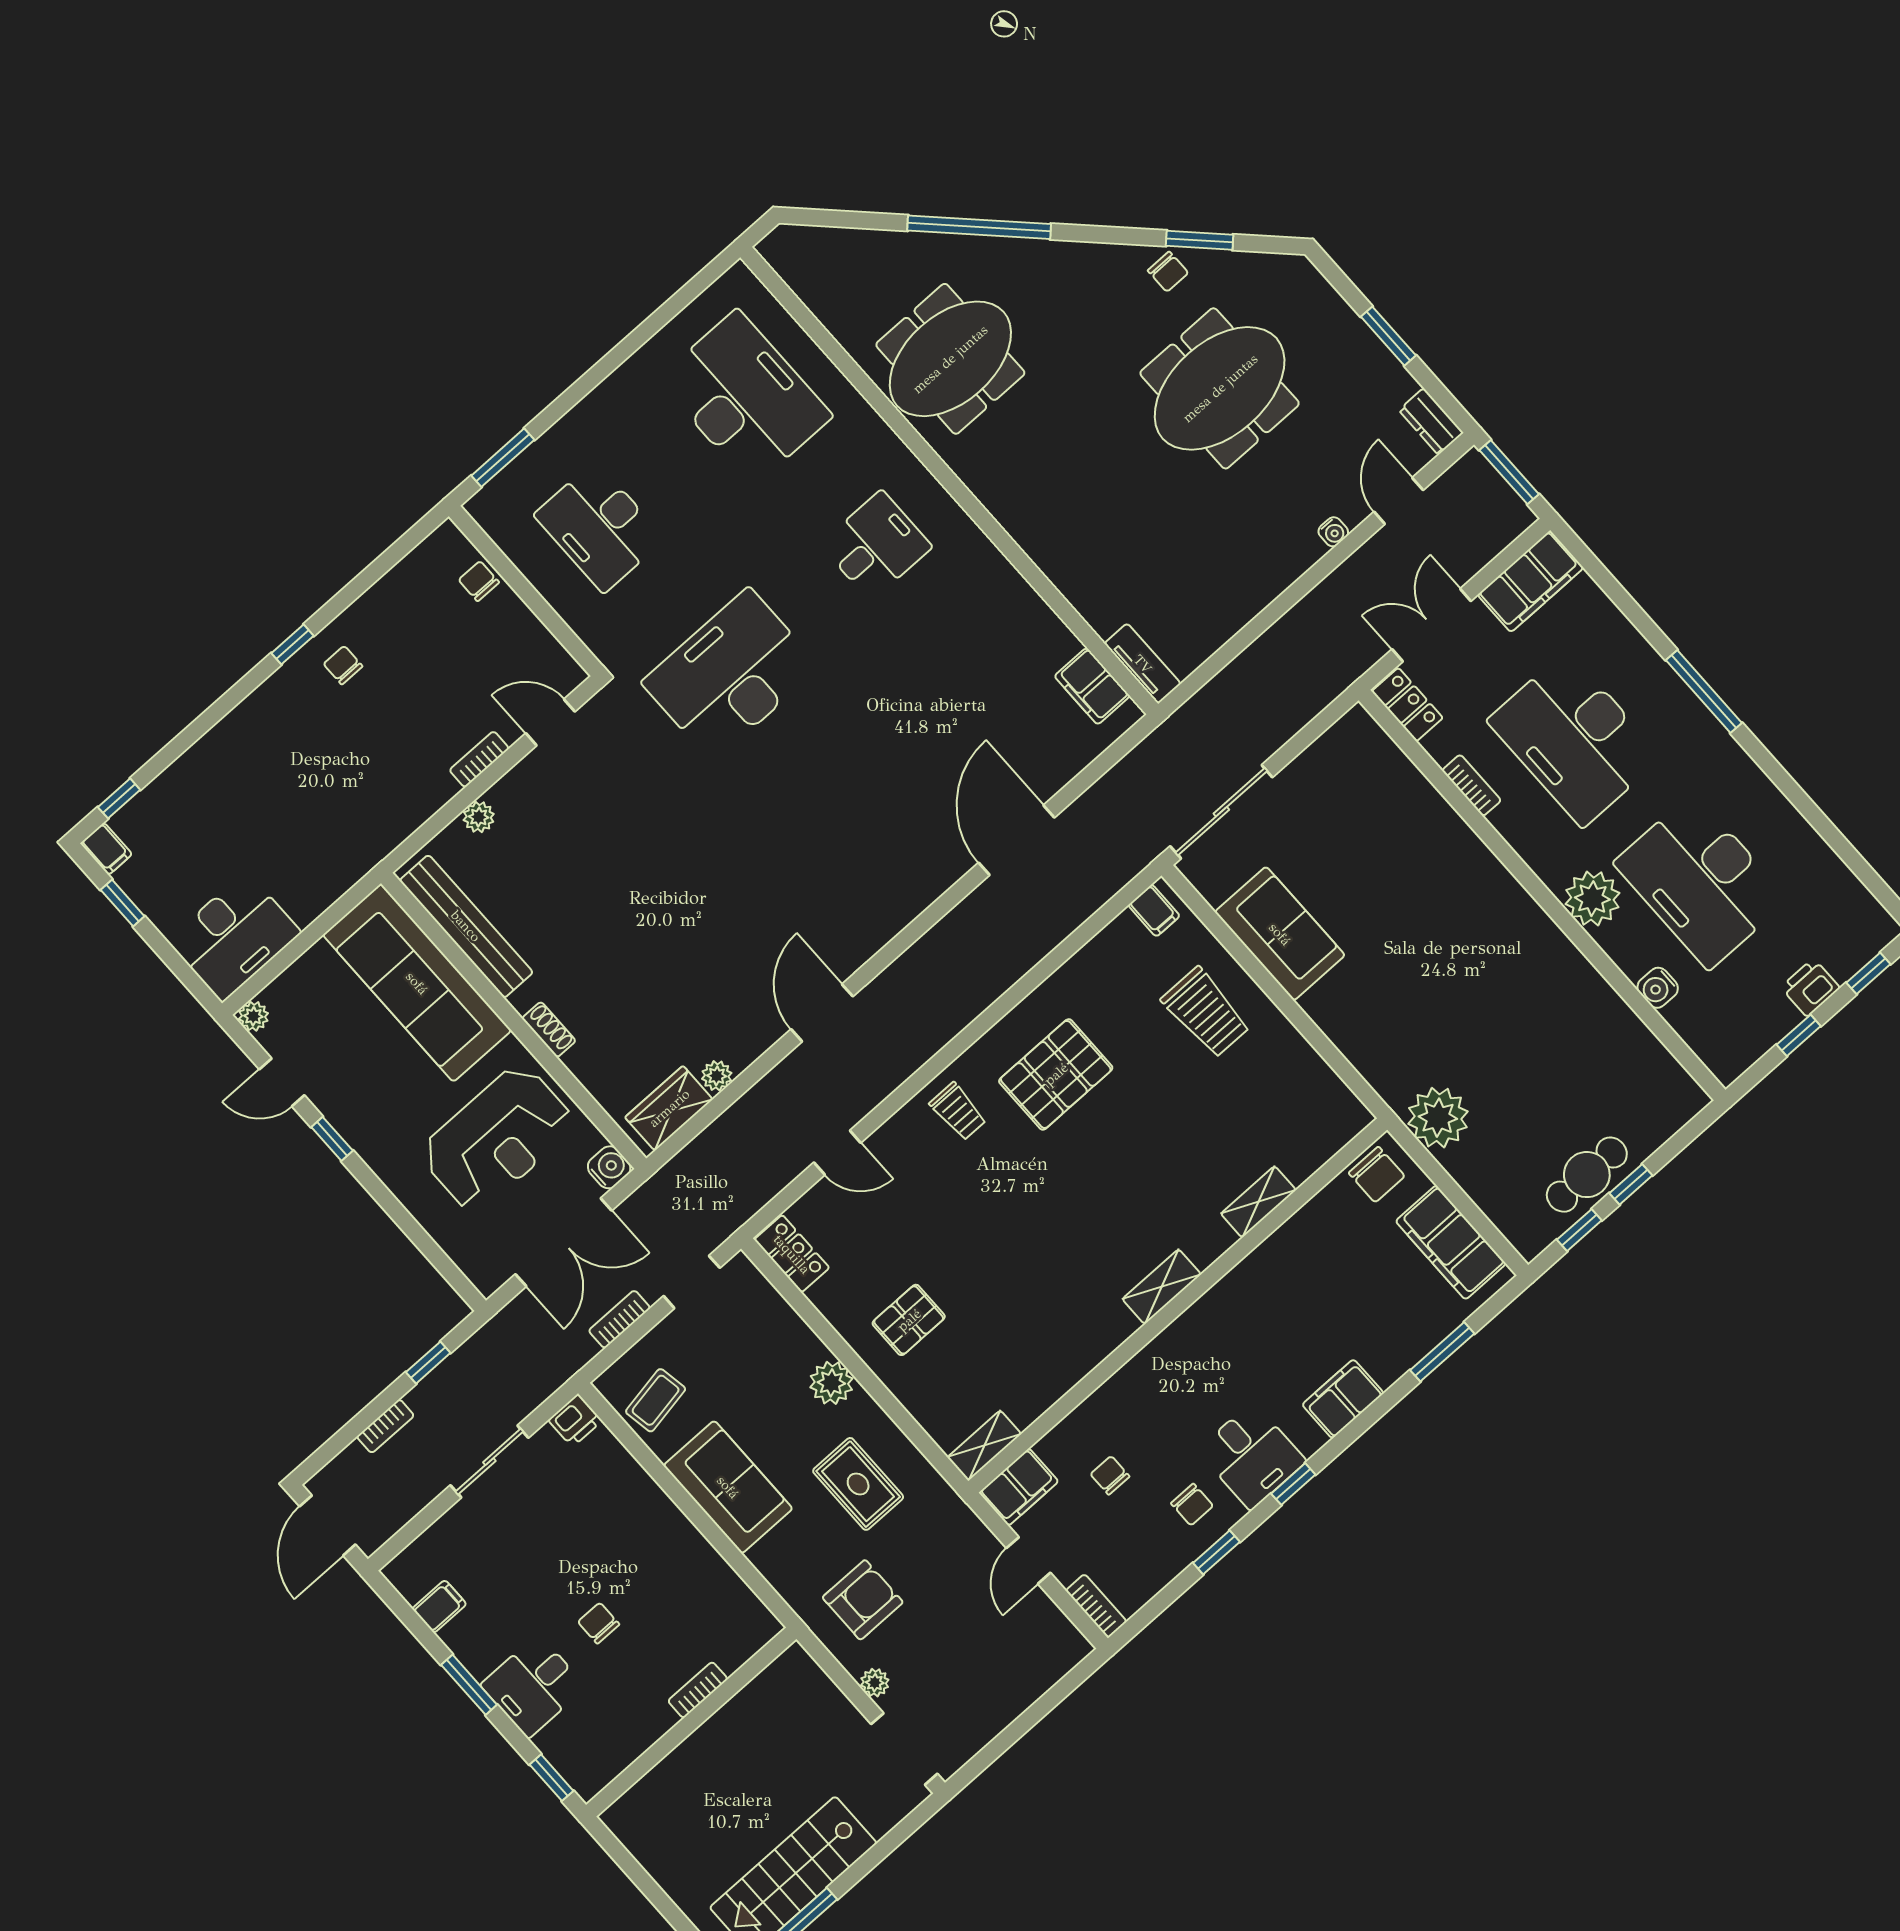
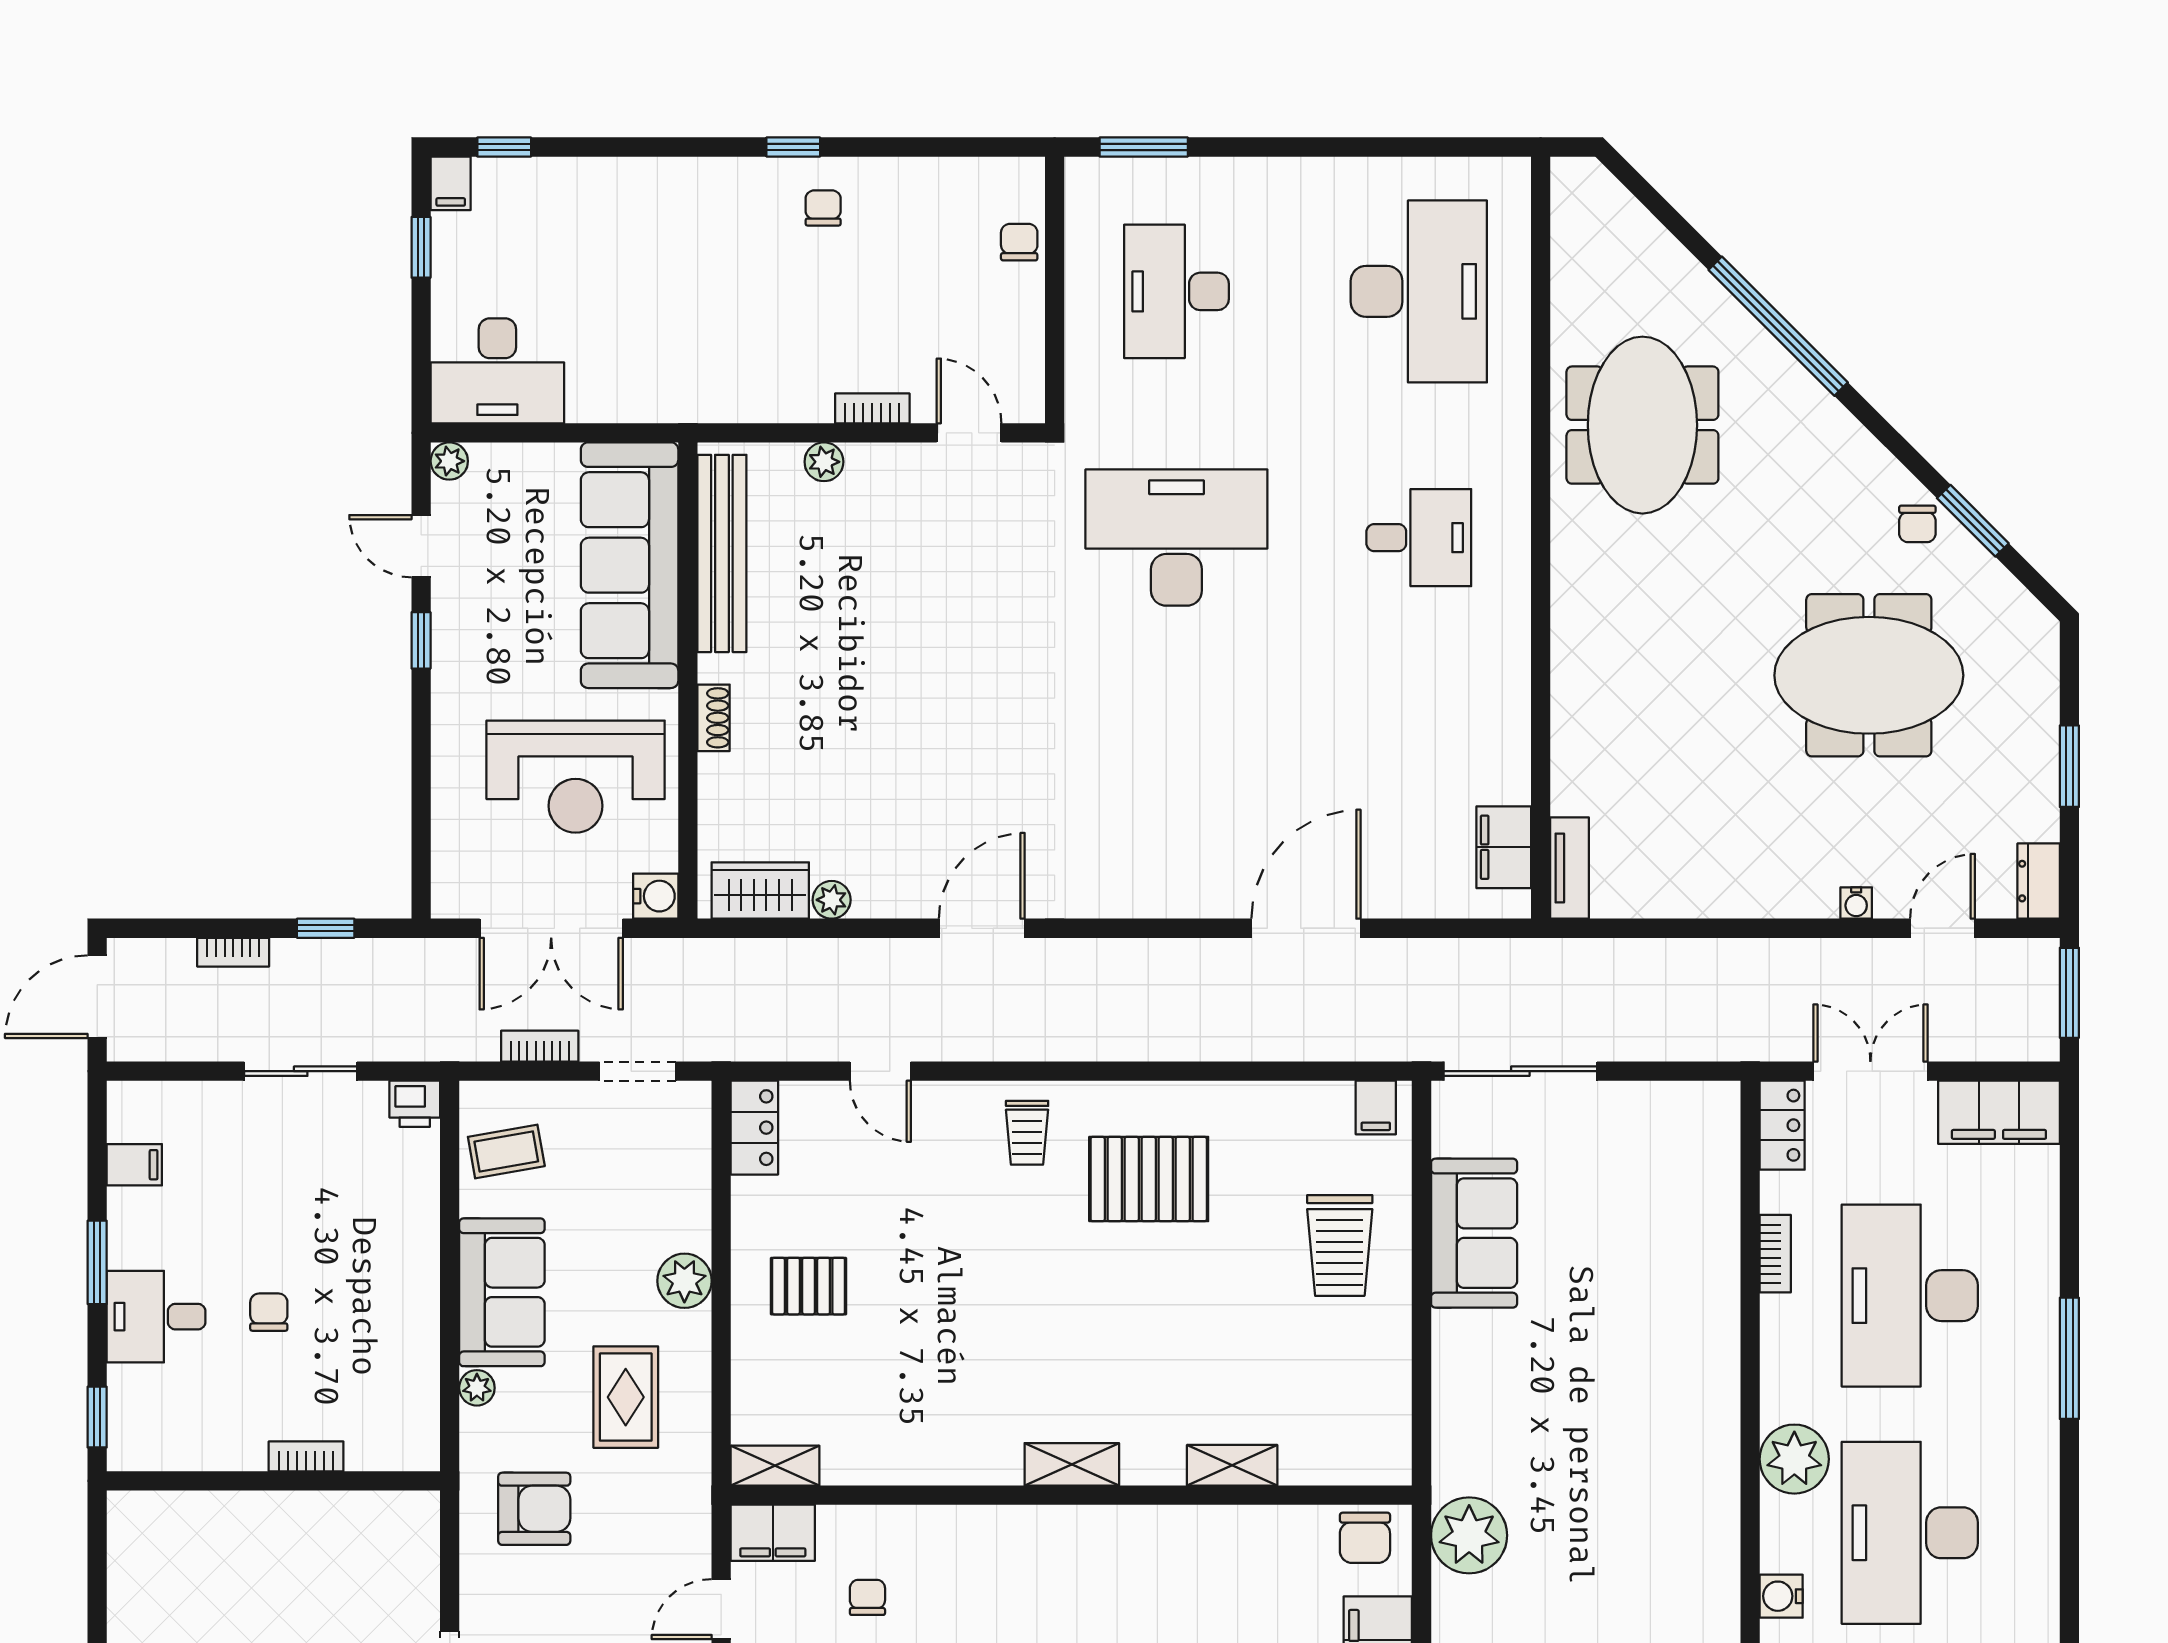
meeting table: (950, 359) -> (1642, 425), turned 90
plant: (875, 1683) -> (477, 1388), moved

